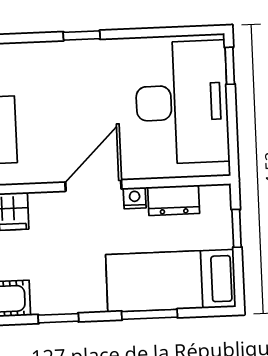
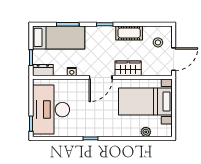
door: (93, 185) -> (101, 77), moved
dresser: (174, 200) -> (43, 70), moved

